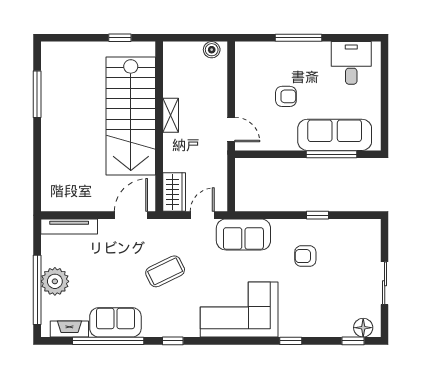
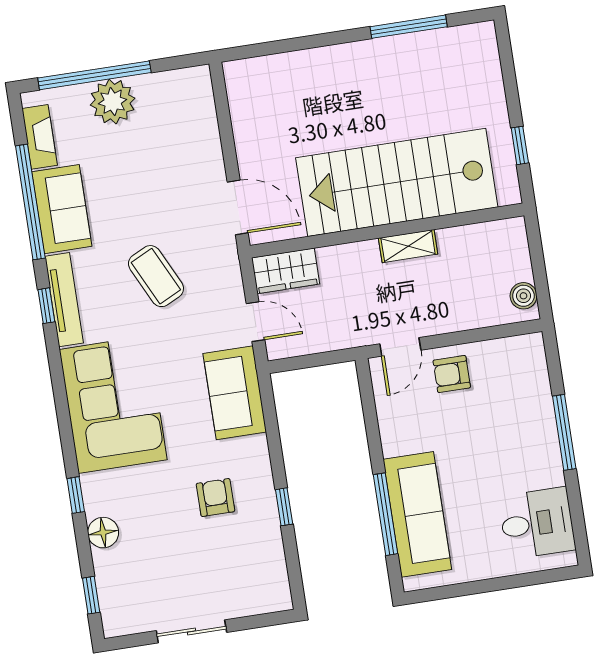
armchair: (286, 96) -> (452, 374), moved, turned 90
tv unit: (69, 227) -> (64, 300), moved, turned 180
floor lamp: (363, 328) -> (103, 533), moved

